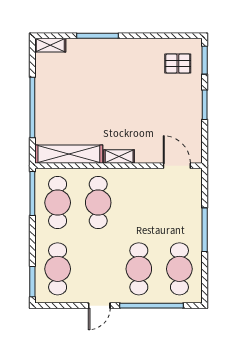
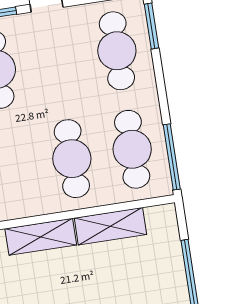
shelving: (69, 154) -> (110, 226), width x0.68
shelving: (119, 157) -> (41, 237), width x1.50, depth x1.33

